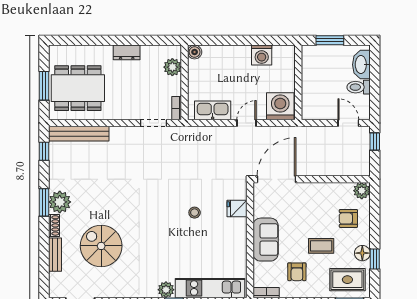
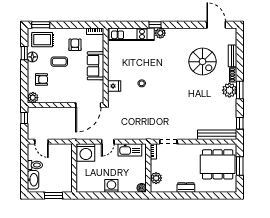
washing machine: (262, 55) -> (111, 186), moved
window: (375, 142) -> (24, 118), moved

